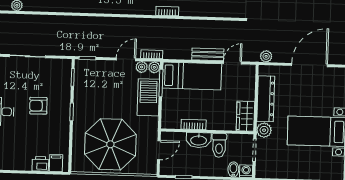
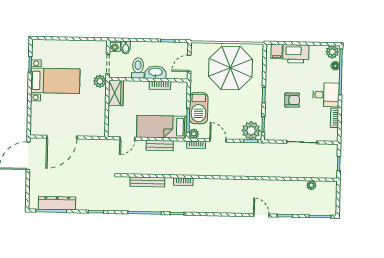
bench: (209, 11) -> (147, 182), added
bench: (208, 54) -> (160, 146), moved
plant: (266, 56) -> (99, 144), removed
door: (126, 59) -> (218, 140), swing flipped
plant: (142, 67) -> (251, 131), moved, width x1.88, depth x1.88
dresser: (266, 99) -> (99, 108), removed
printer: (40, 164) -> (296, 54), width x1.87, depth x1.48

